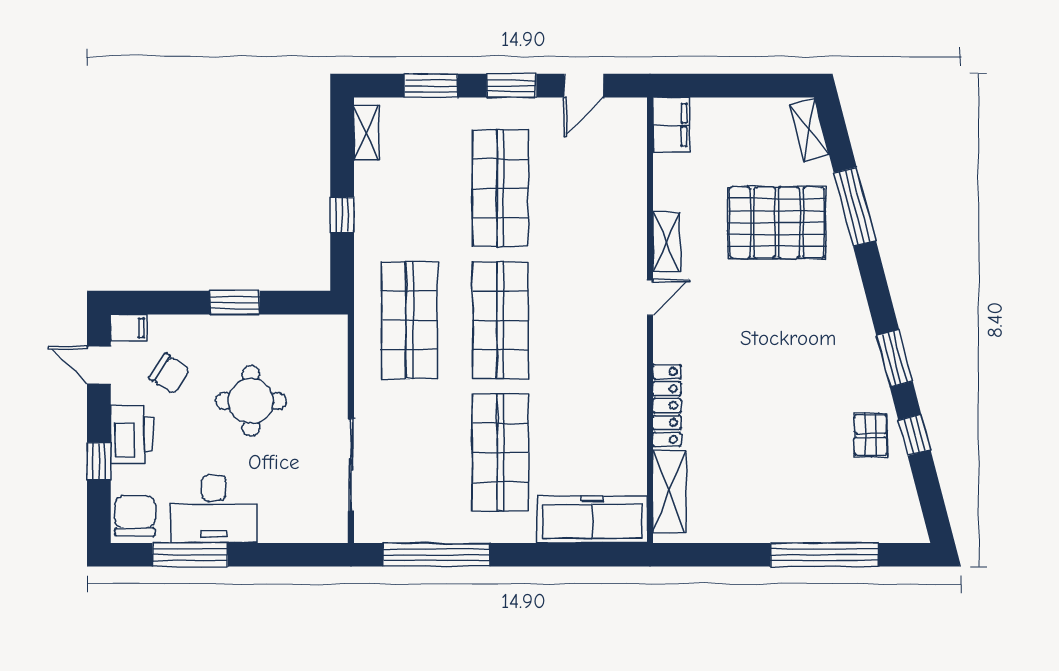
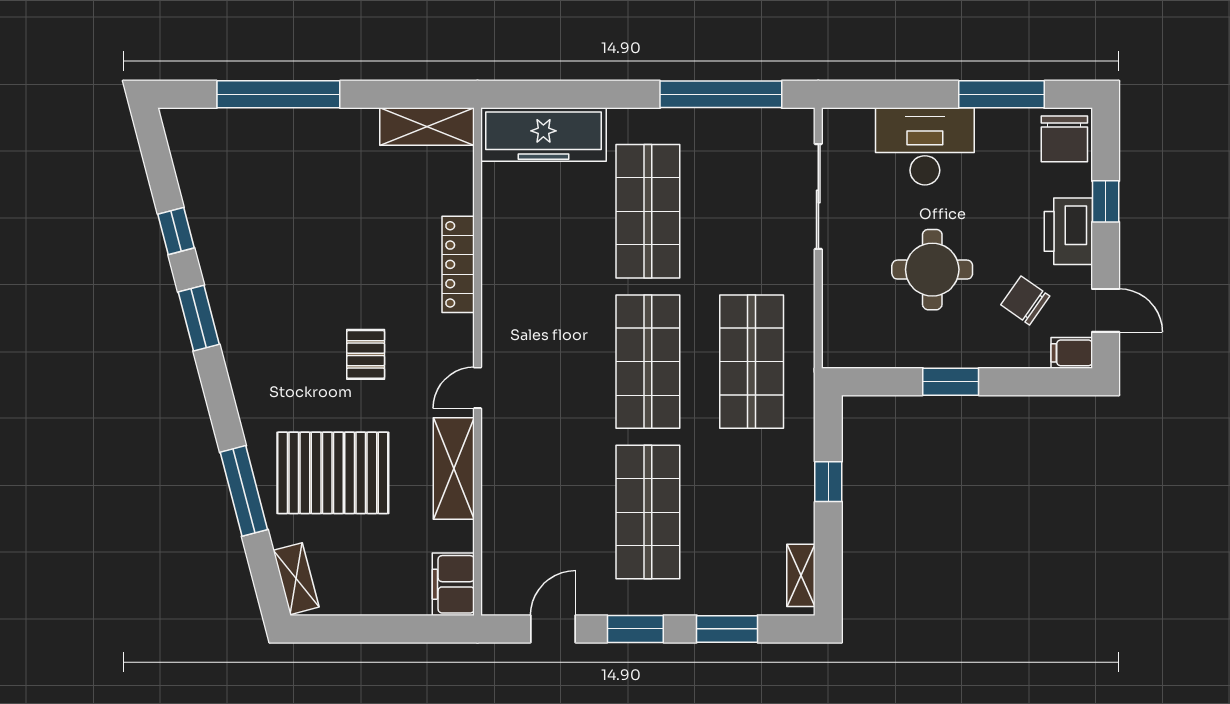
shelving: (666, 241) -> (454, 468), width x1.50, depth x1.33
pallet: (871, 435) -> (366, 354), moved
shelving: (669, 492) -> (427, 127), moved, turned 90
desk: (214, 509) -> (925, 146), moved

